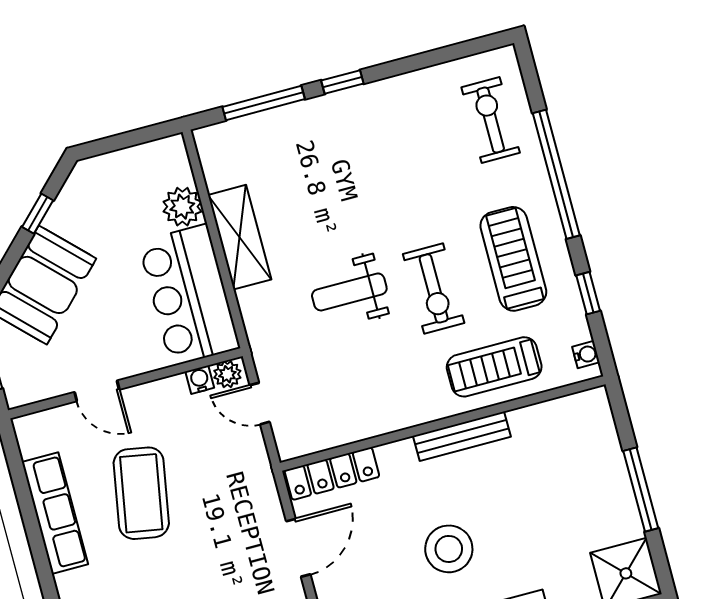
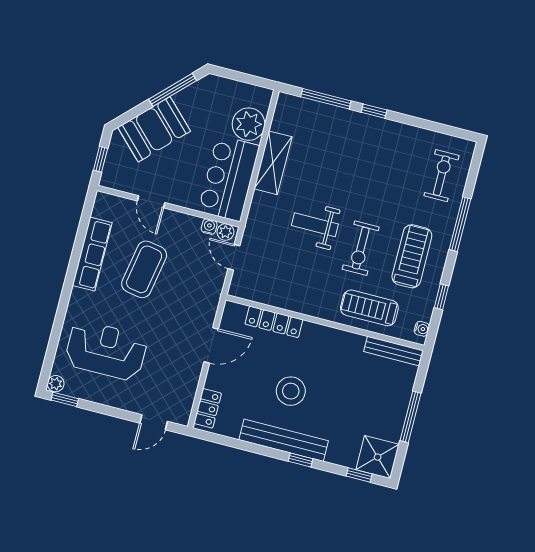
window: (556, 174) -> (460, 224), width x0.68
plant: (182, 207) -> (249, 124), width x1.36, depth x1.36
window: (38, 214) -> (173, 90), width x2.17
bench: (462, 436) -> (394, 351), moved
locker: (332, 474) -> (274, 322), moved

